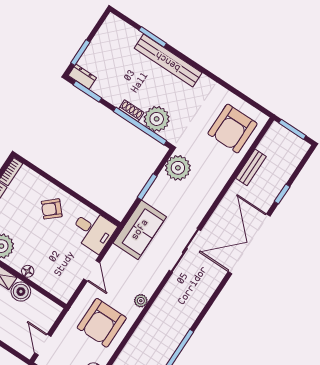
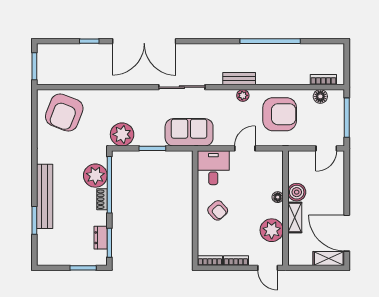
dresser: (82, 77) -> (101, 238), moved
armchair: (233, 129) -> (64, 113), turned 111
bench: (251, 167) -> (239, 79), moved

